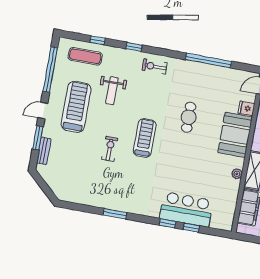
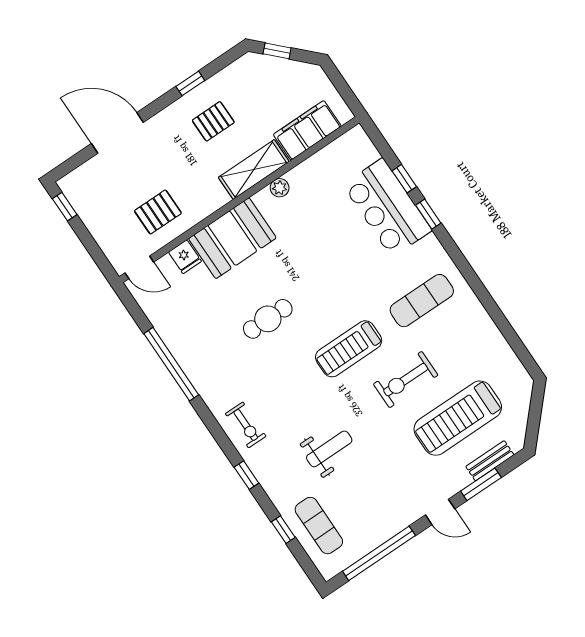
treadmill: (76, 107) -> (458, 418), moved
exercise bike: (110, 149) -> (406, 380), width x1.38, depth x1.39
exercise mat: (135, 187) -> (422, 301), added
window: (115, 214) -> (481, 293), removed

